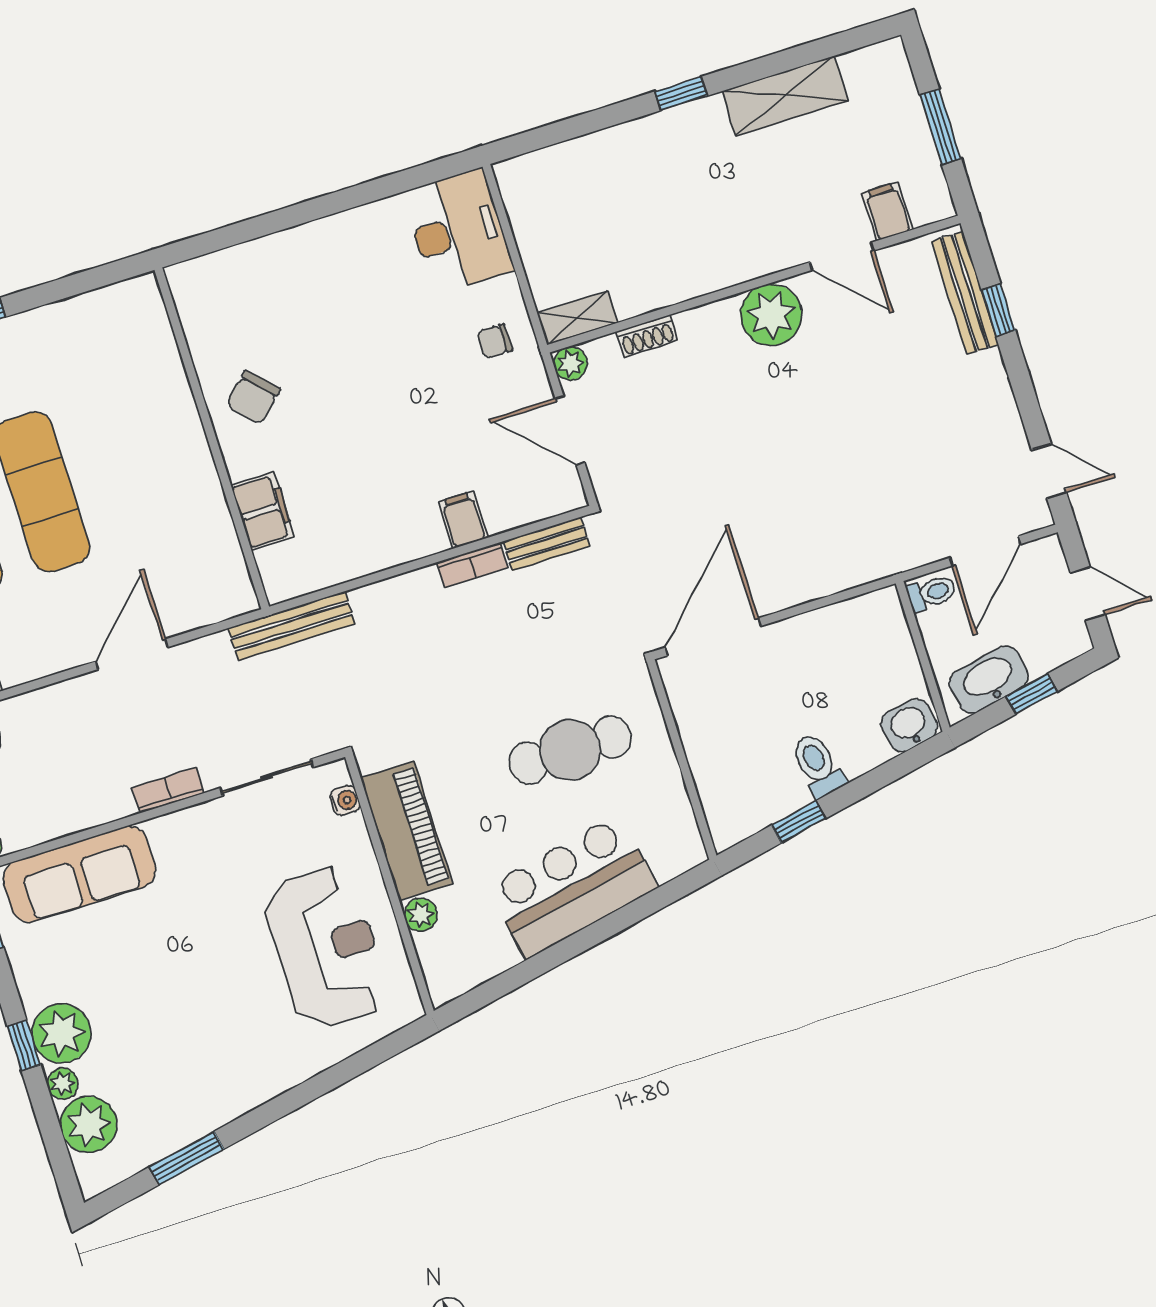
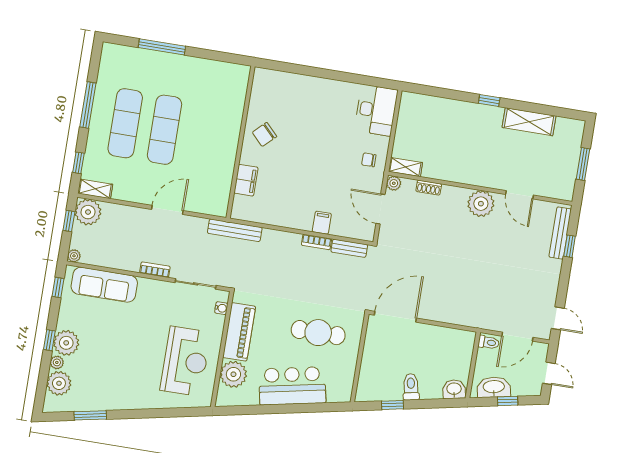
filing cabinet: (887, 211) -> (546, 186), removed
plant: (421, 915) -> (233, 374), width x1.88, depth x1.88

